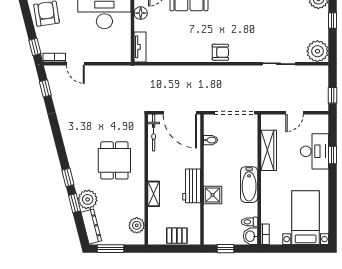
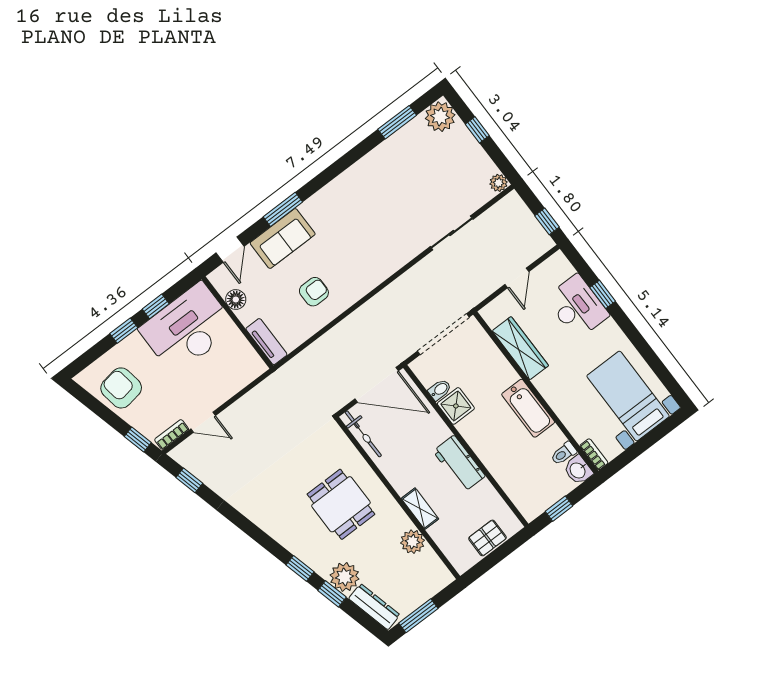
plant: (317, 51) -> (499, 183), width x0.53, depth x0.53
armchair: (220, 52) -> (314, 292), moved
shower: (213, 195) -> (456, 406), moved
plant: (137, 225) -> (412, 542), moved

